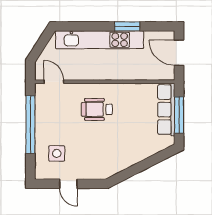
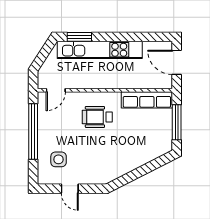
window: (127, 26) -> (79, 37), moved
door: (54, 82) -> (56, 90), swing flipped
row of seats: (166, 110) -> (147, 100), moved, turned -90

